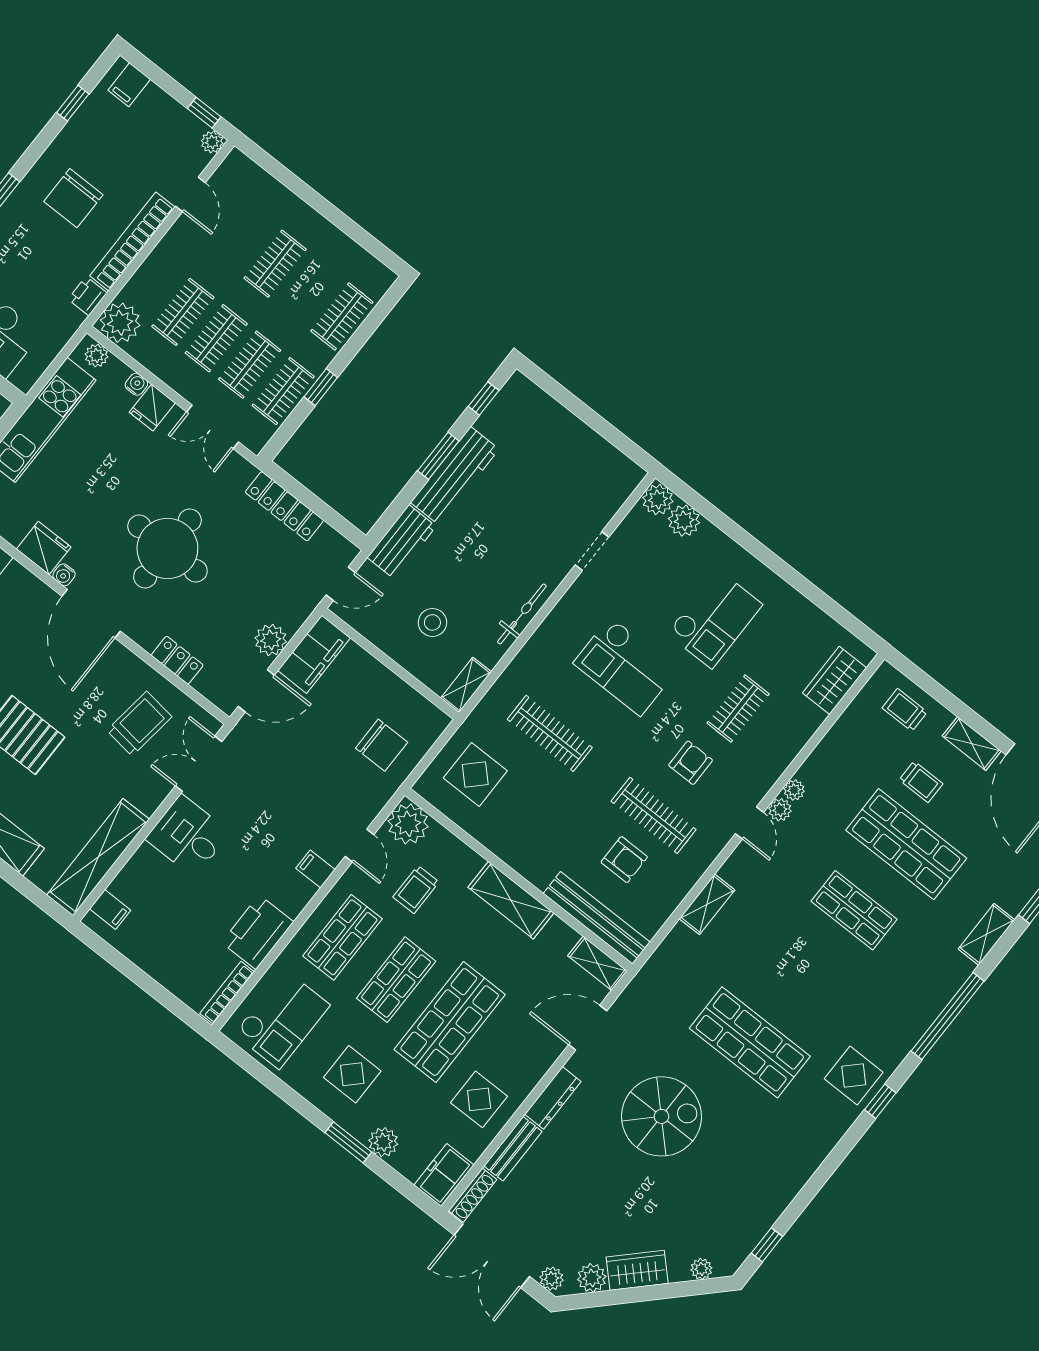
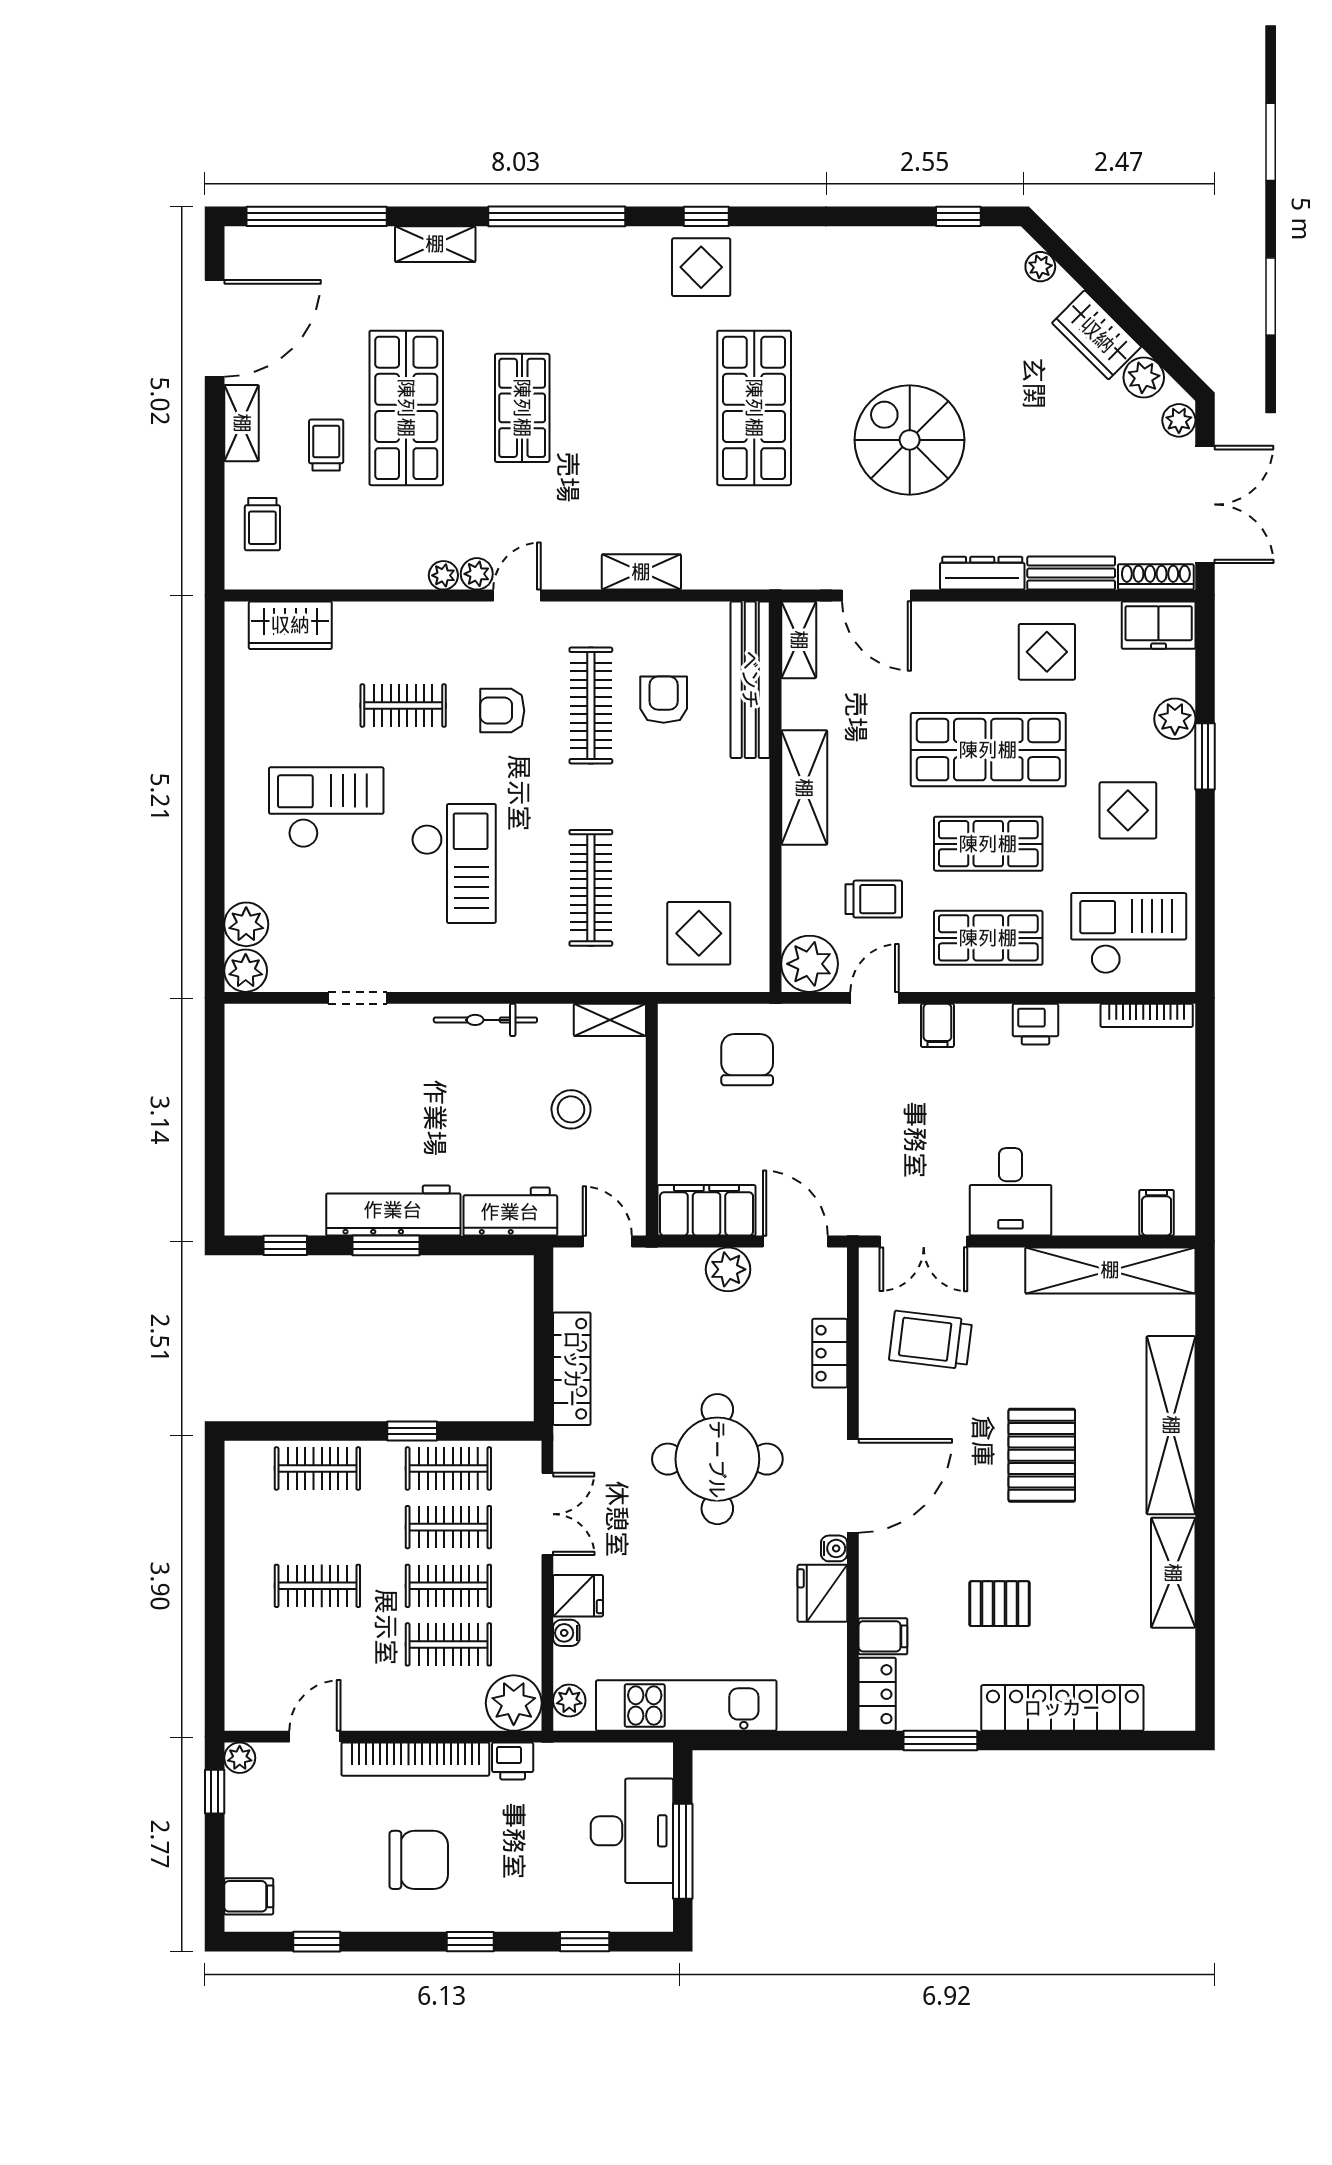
printer: (258, 932) -> (1035, 1024), width x0.53, depth x0.68

